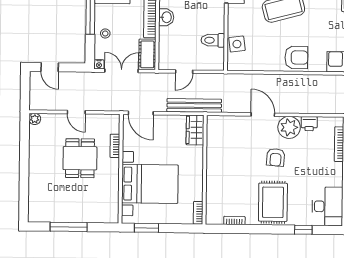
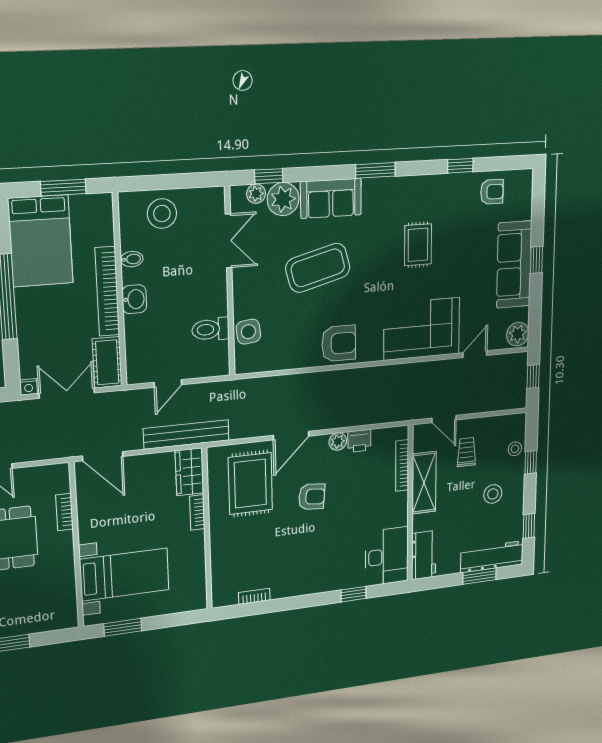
stool: (105, 33) -> (35, 335), removed
door: (263, 115) -> (291, 436), swing flipped
plant: (289, 127) -> (338, 442), width x0.53, depth x0.53
armchair: (276, 157) -> (312, 497), turned -89
bed with nightstands: (150, 184) -> (125, 575), width x0.73
rug: (273, 202) -> (250, 484), moved
bookcase: (198, 213) -> (197, 512), moved

